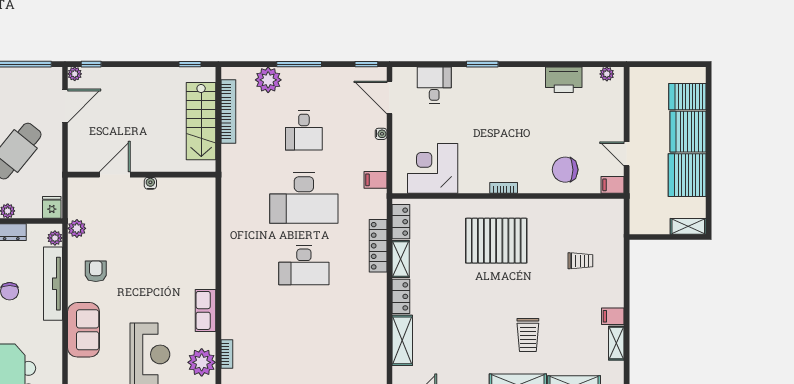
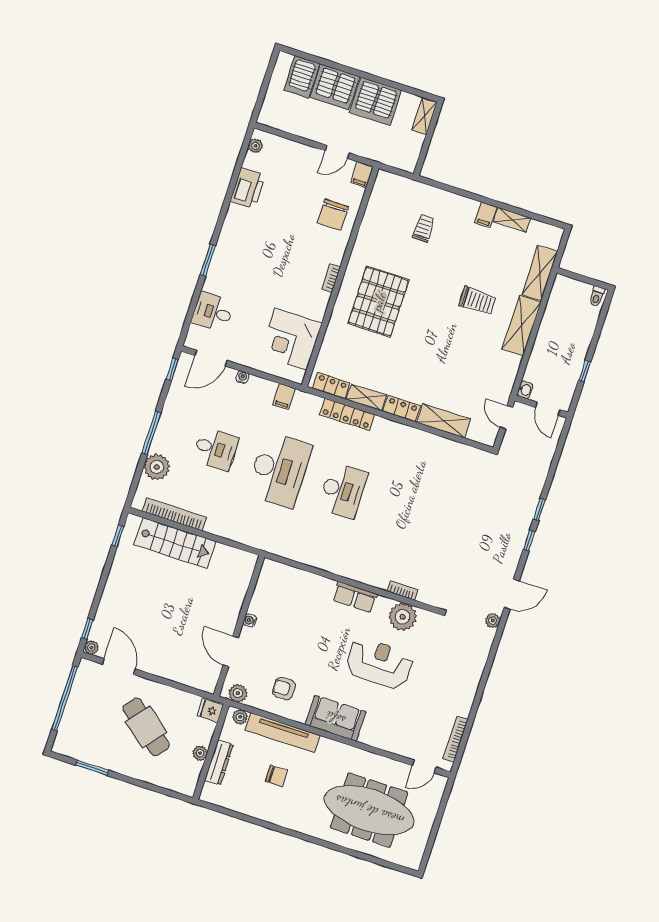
door: (115, 175) -> (231, 651), moved
wall: (142, 175) -> (239, 626), moved
water cooler: (150, 183) -> (250, 620), moved

